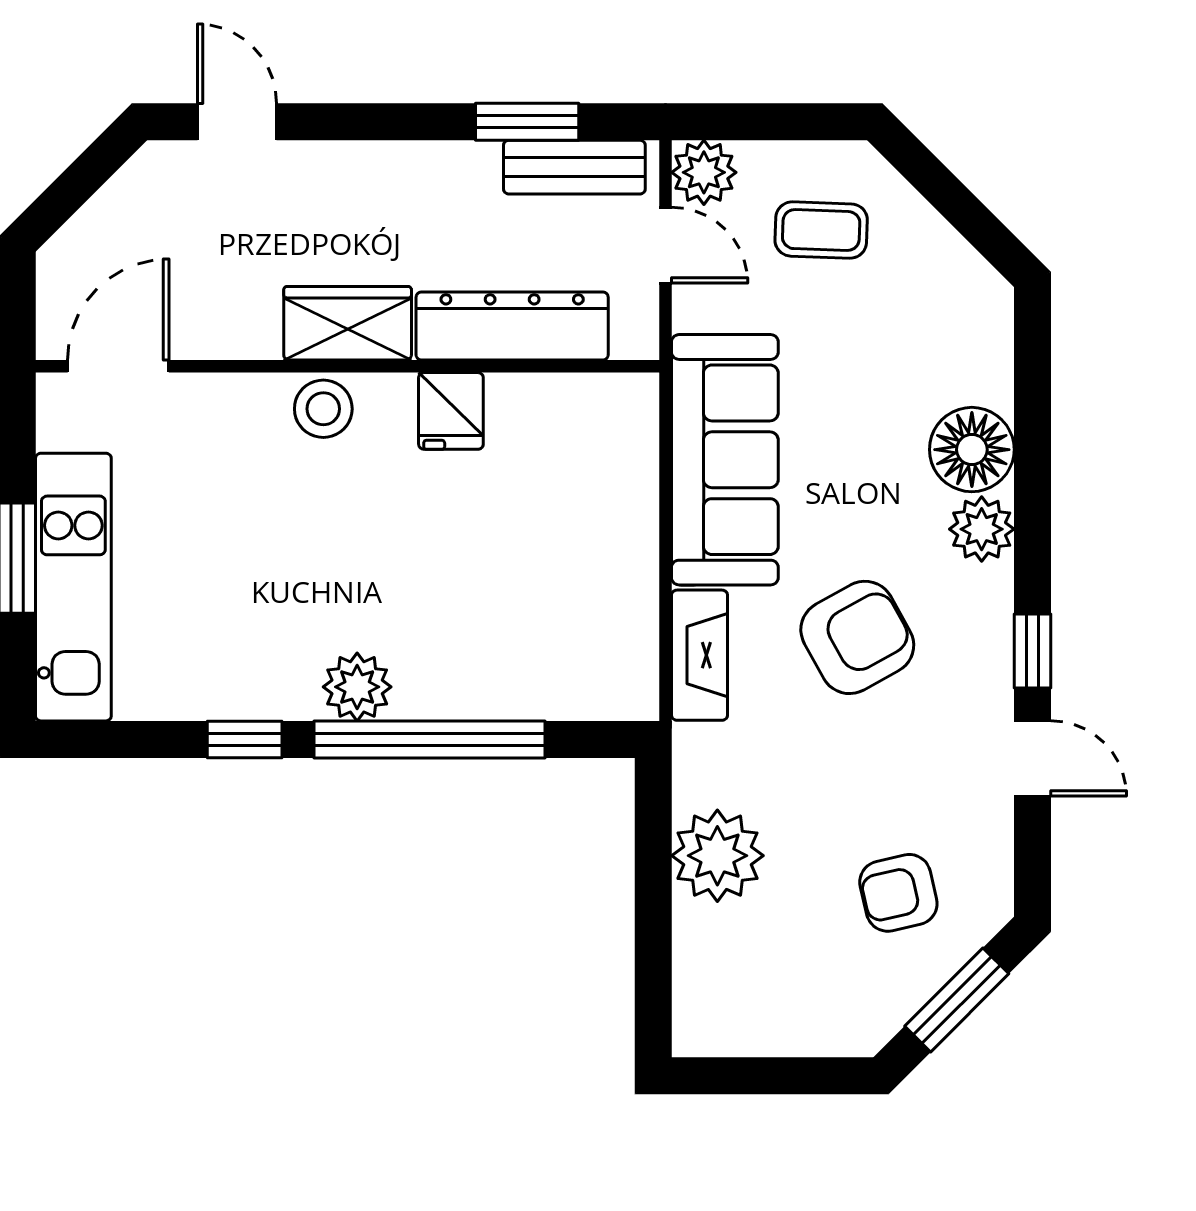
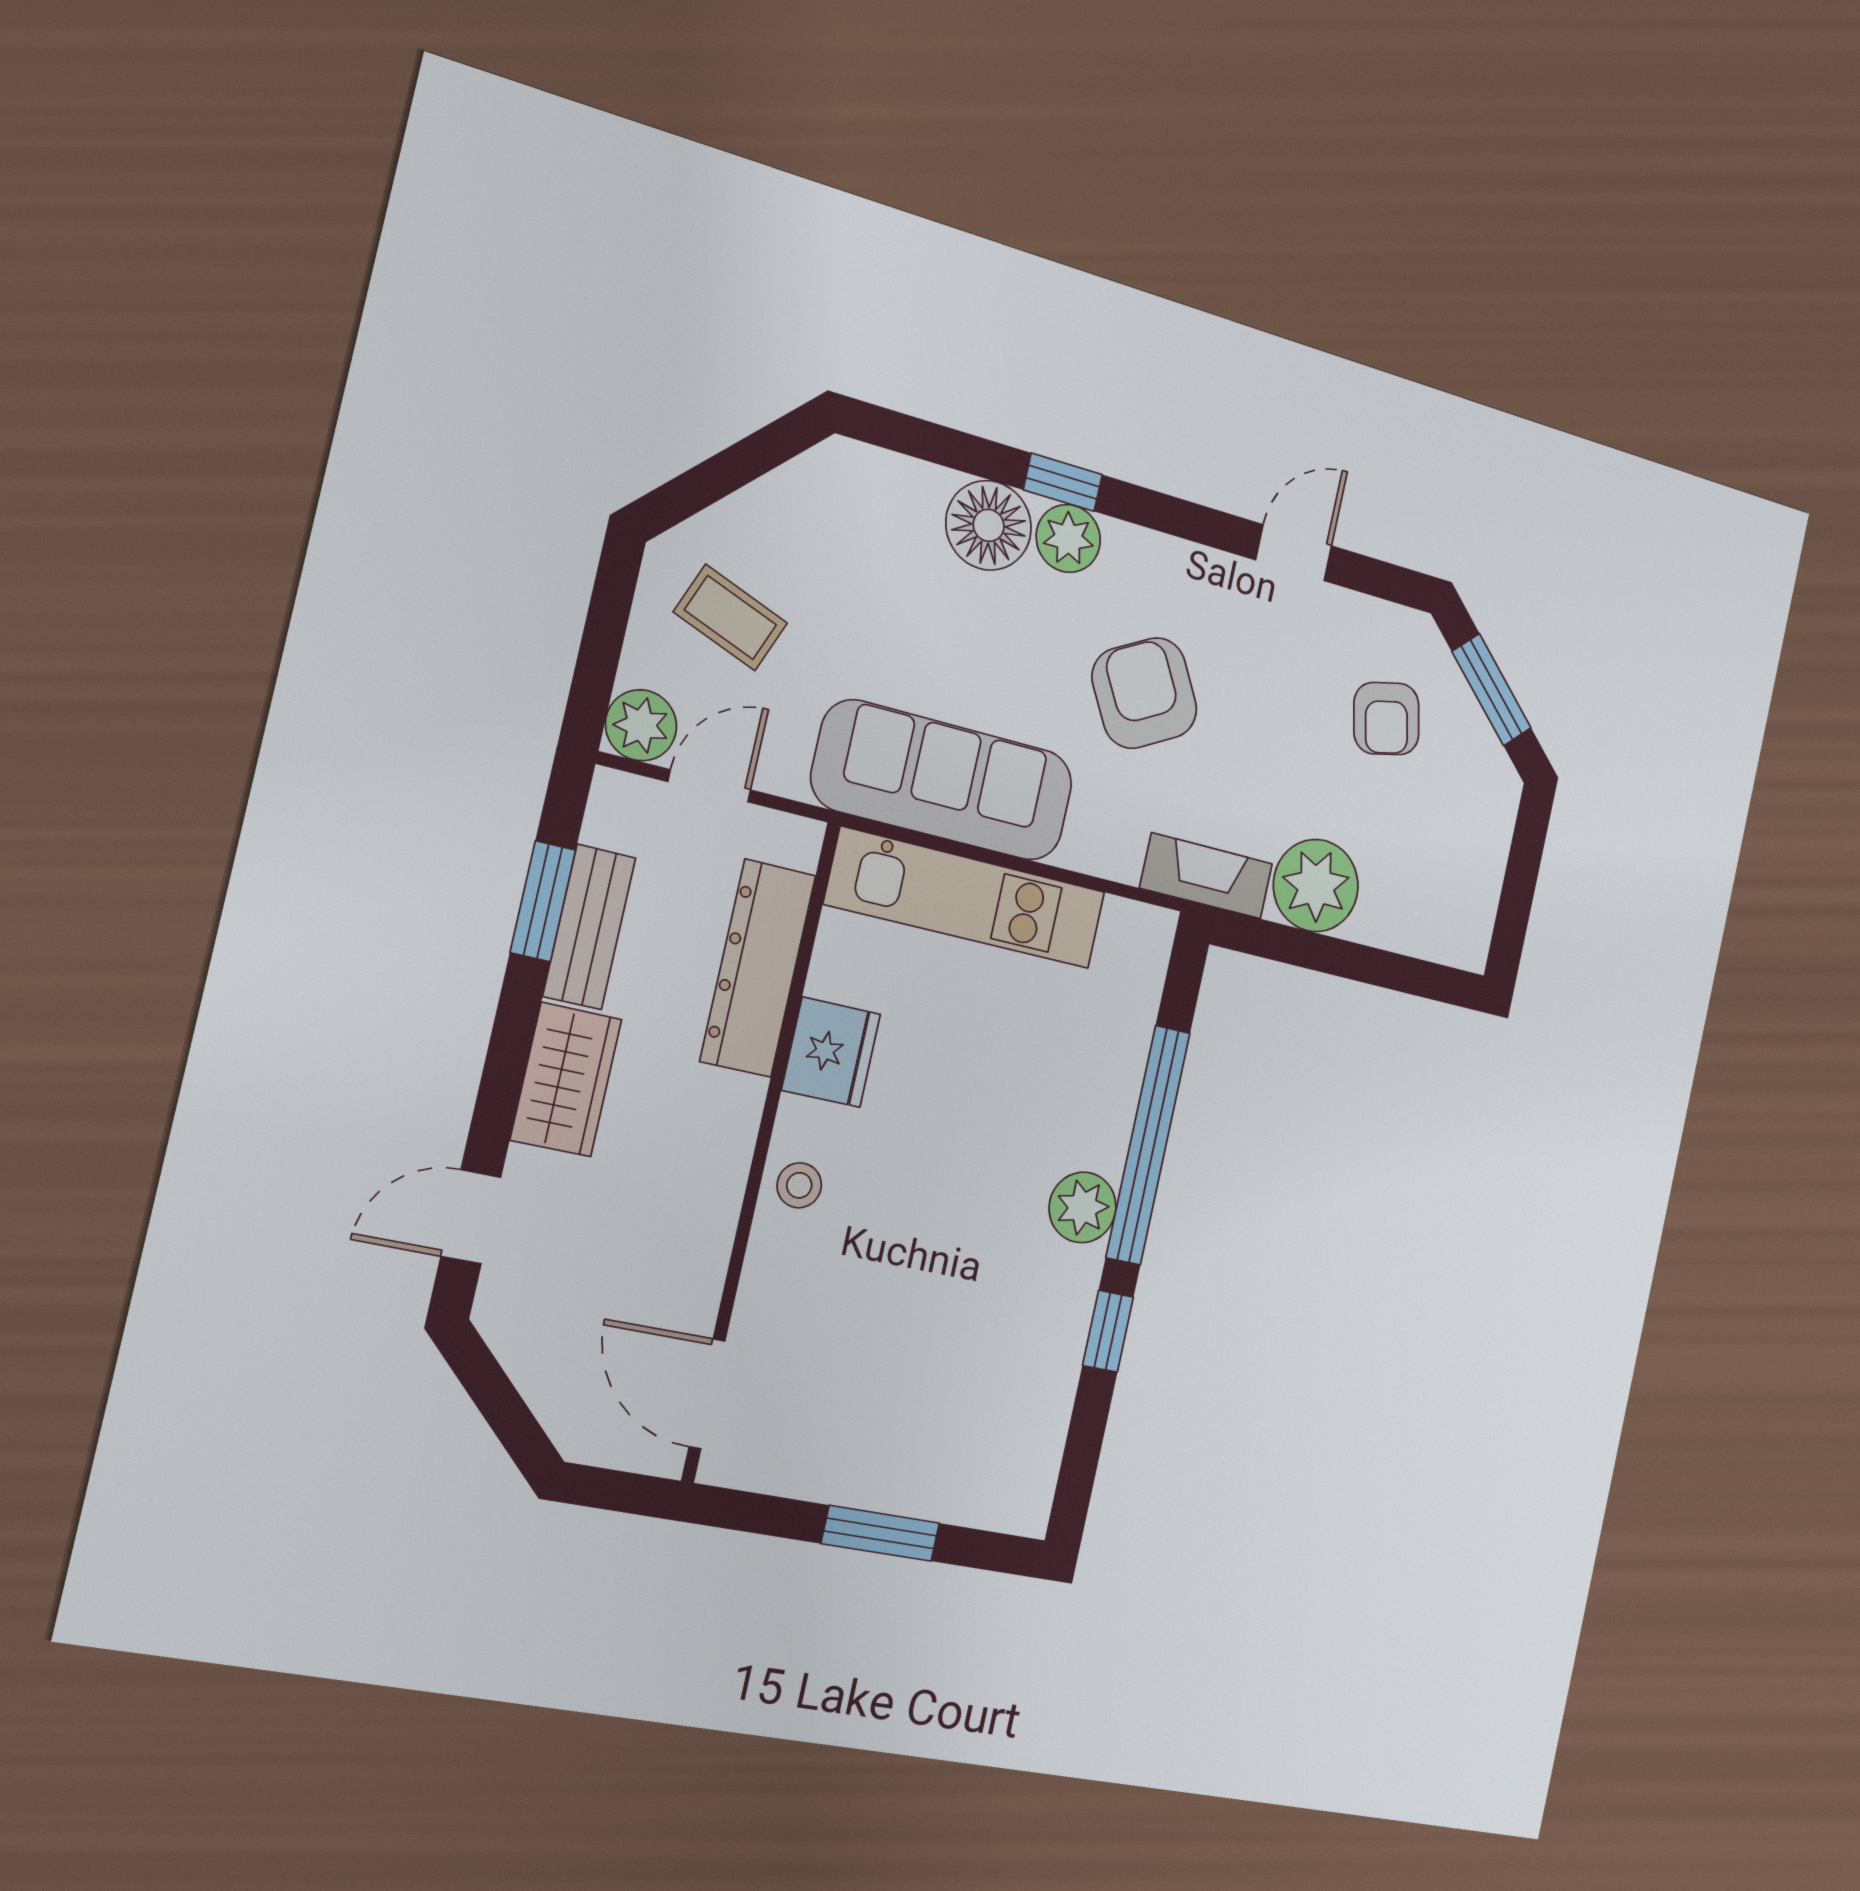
bench: (574, 167) -> (589, 927), moved
coffee table: (821, 230) -> (730, 617), turned -71
wardrobe: (348, 323) -> (566, 1080), moved, turned 180
stool: (323, 409) -> (799, 1185), width x0.73, depth x0.73
fridge: (451, 411) -> (831, 1052), width x1.38
kitchen unit: (73, 587) -> (966, 898), moved, turned 180
window: (1032, 651) -> (1063, 482), moved
fireplace: (699, 655) -> (1206, 876), moved

